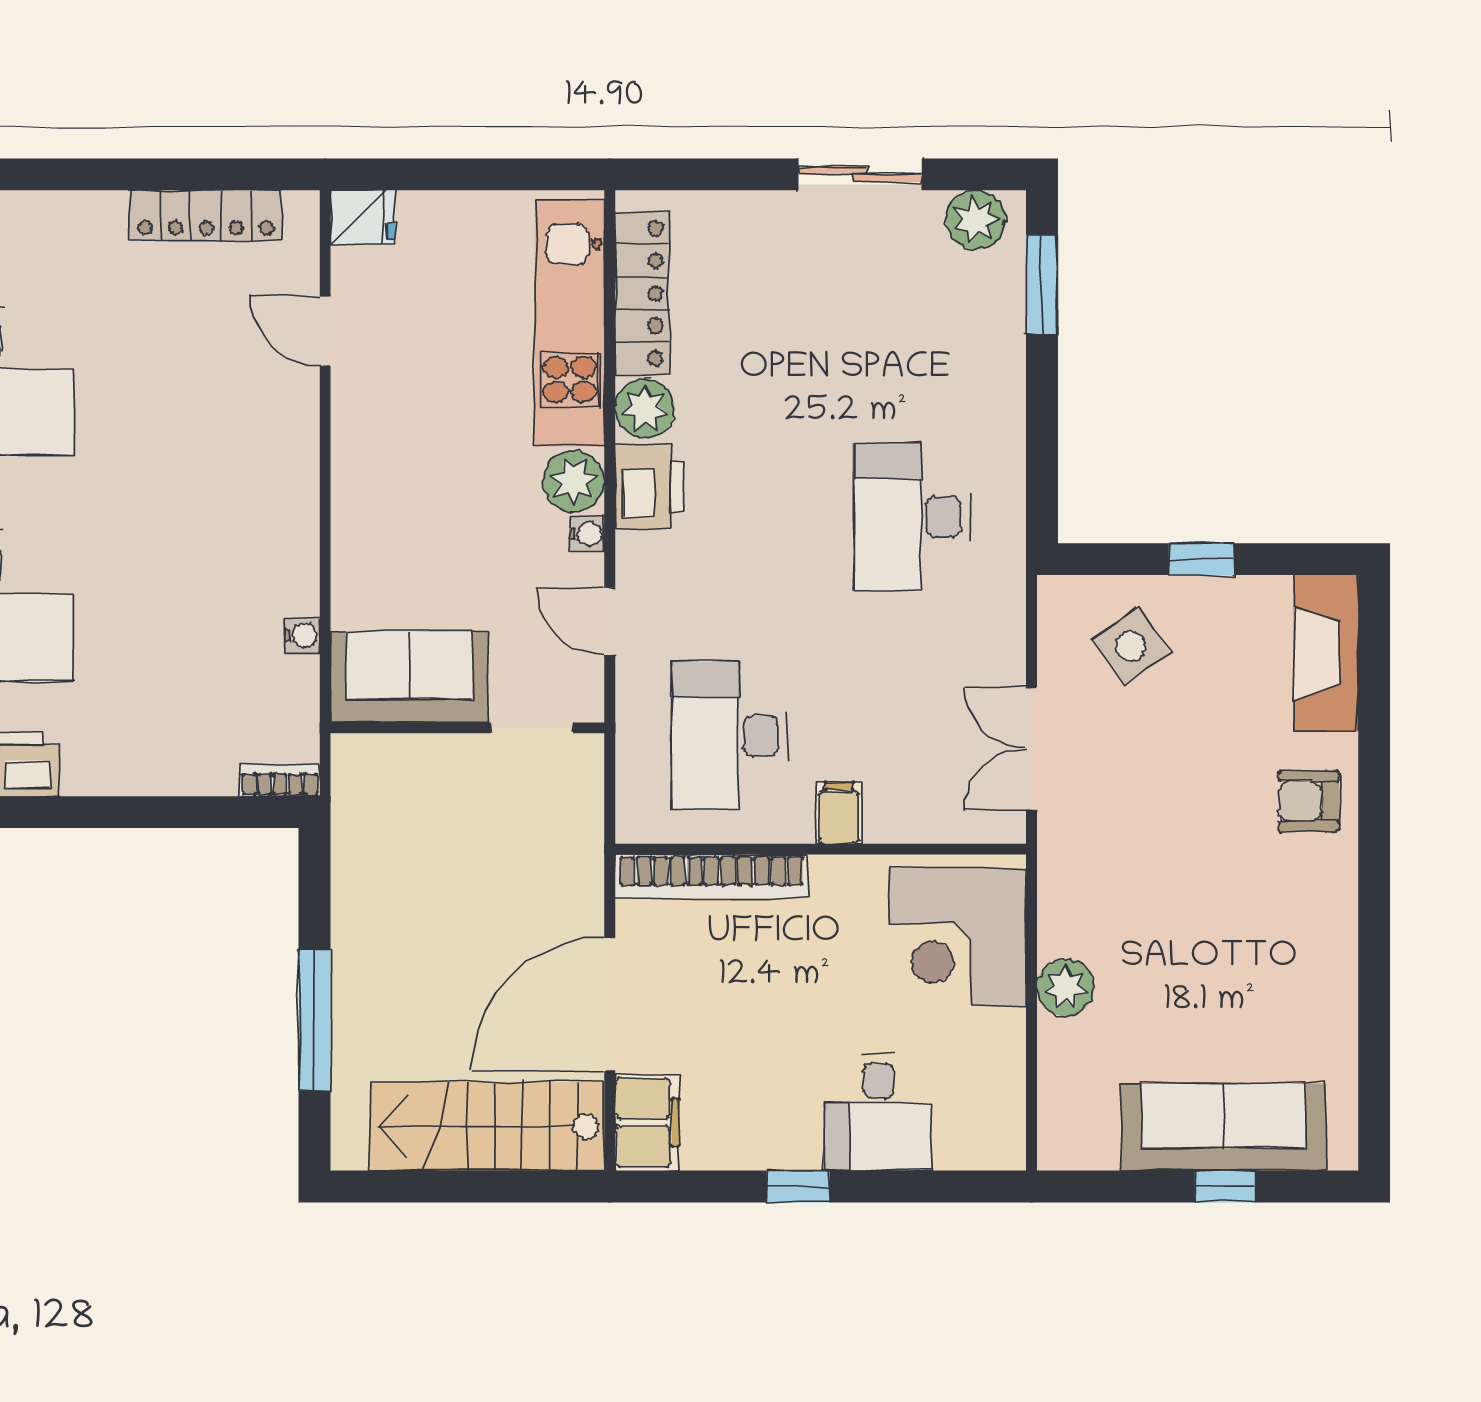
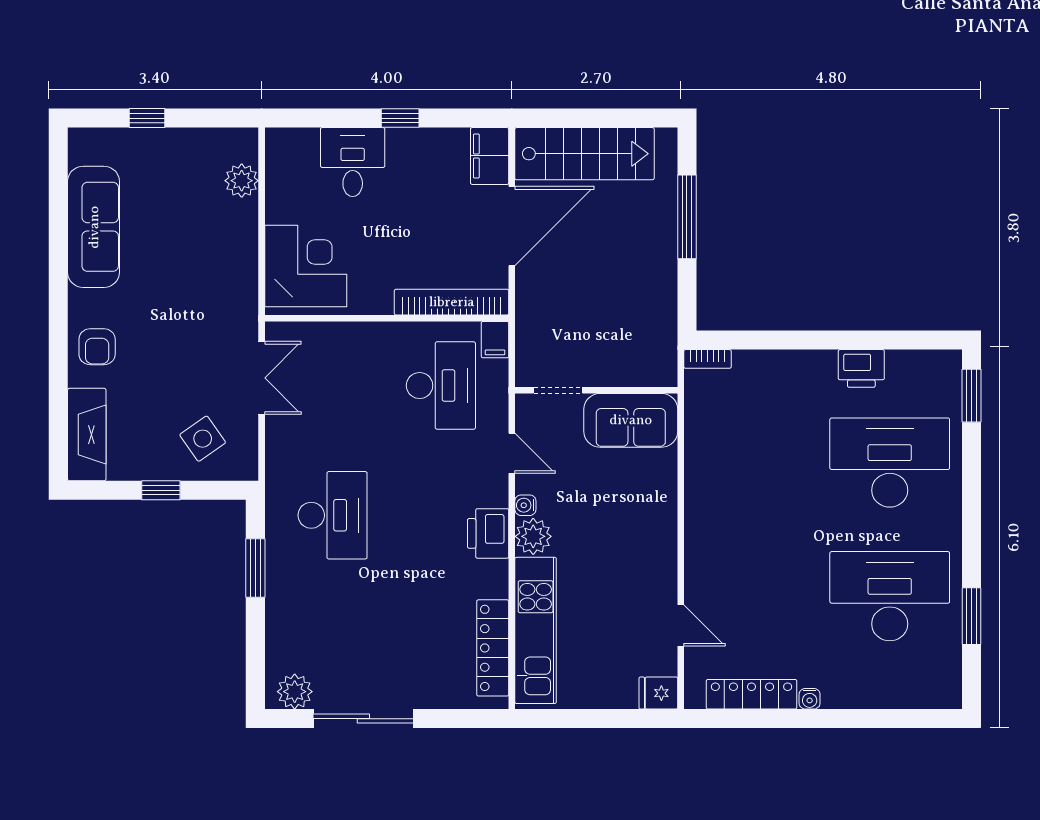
sliding door: (860, 174) -> (363, 719), width x1.37
window: (1042, 284) -> (255, 568), moved
plant: (645, 409) -> (491, 580), removed
water cooler: (302, 635) -> (810, 699), moved, turned -90
armchair: (1309, 801) -> (97, 347), turned 90
filing cabinet: (839, 813) -> (495, 340), moved
plant: (1065, 988) -> (242, 181), moved
sofa: (1223, 1127) -> (94, 227), moved, turned -90

